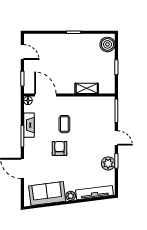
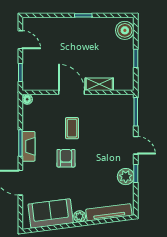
door: (45, 95) -> (71, 92), moved
fireplace: (29, 125) -> (28, 146), moved

